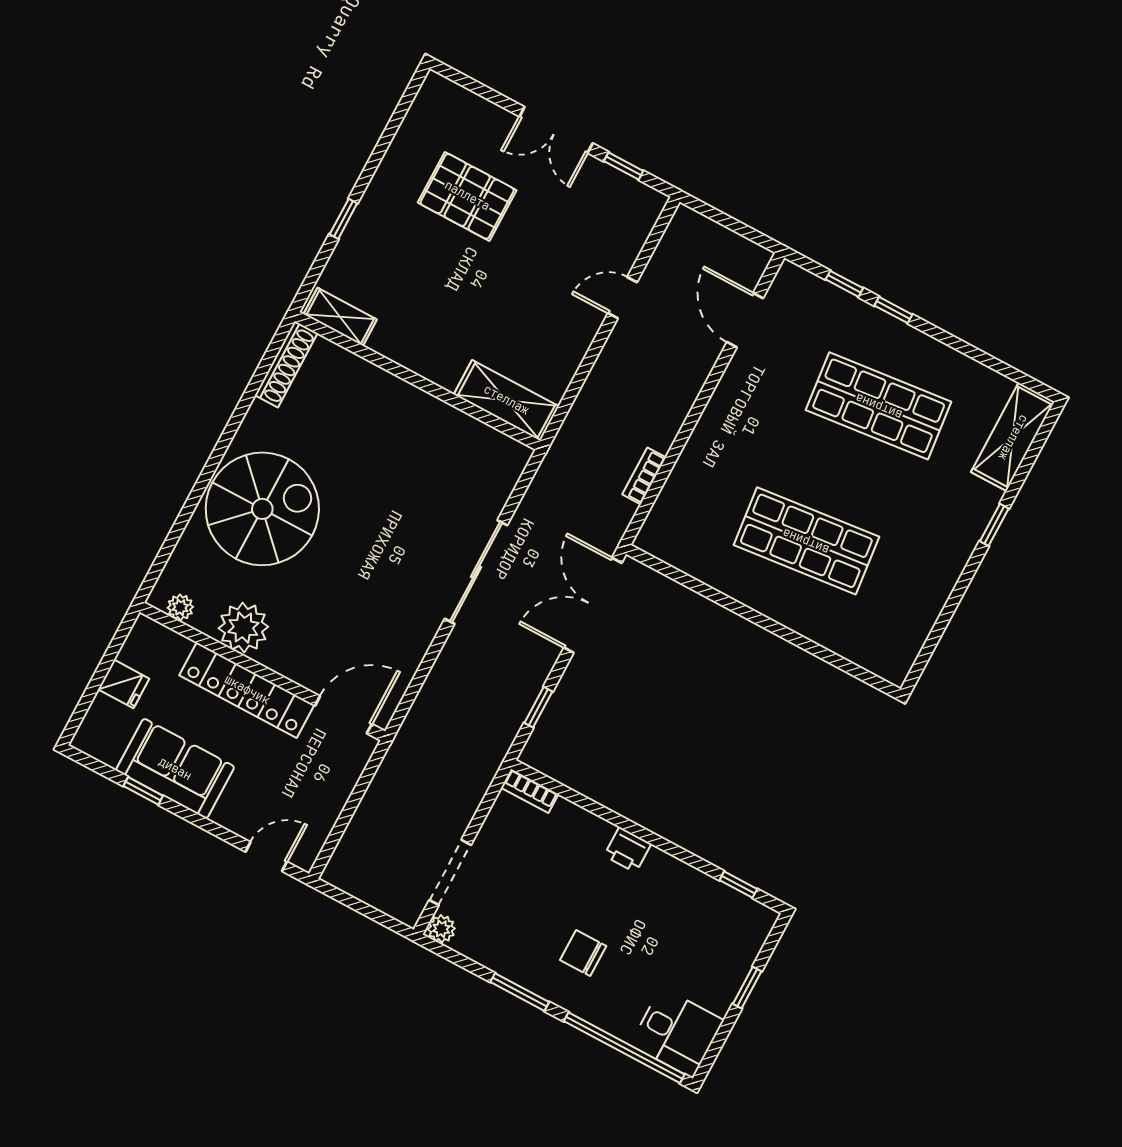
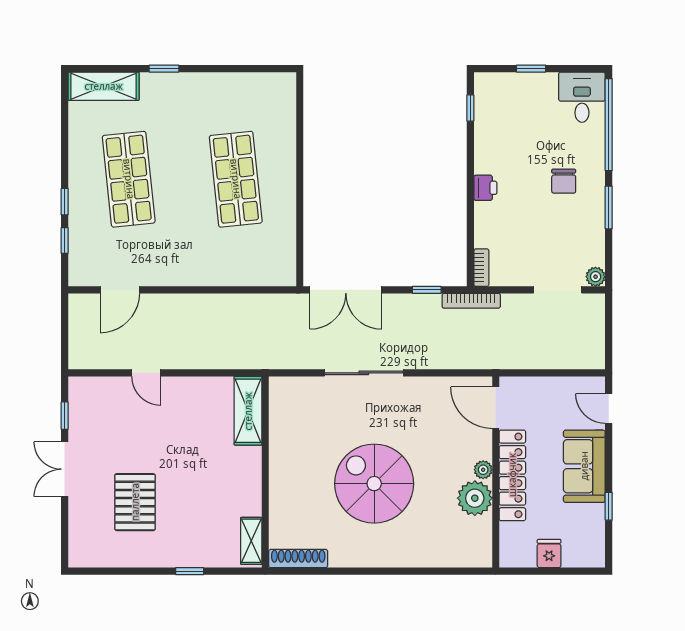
double door: (556, 130) -> (65, 469), swing flipped
bookcase: (644, 476) -> (471, 301), moved, width x1.56
spiral stairs: (262, 509) -> (374, 484), moved
plant: (180, 607) -> (483, 470), moved
sofa: (175, 769) -> (584, 466), moved

